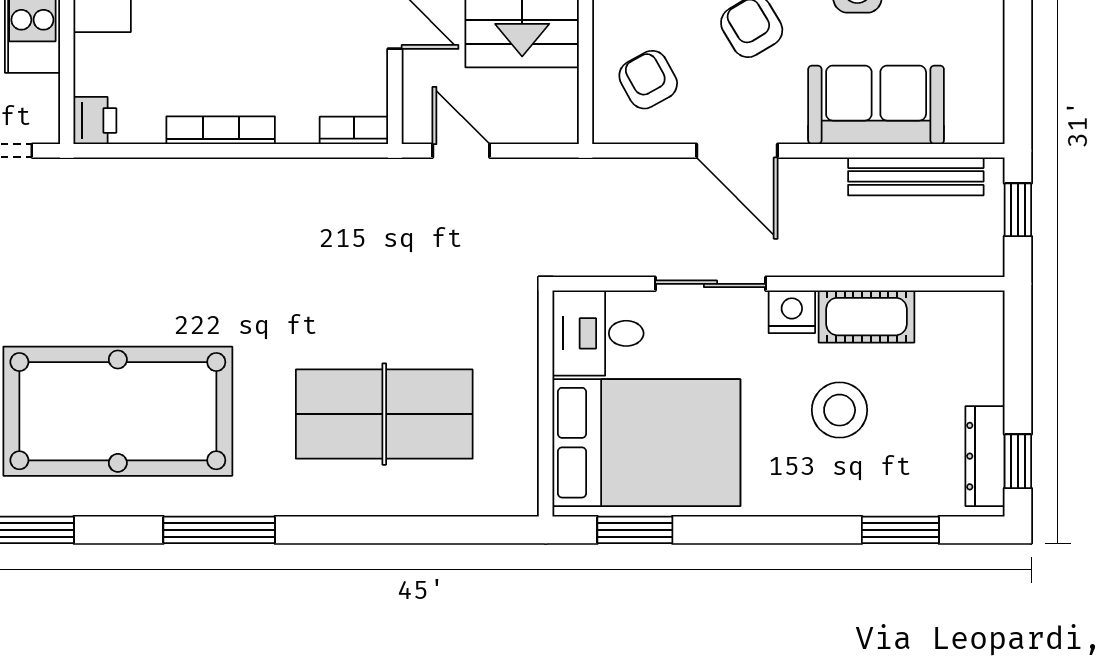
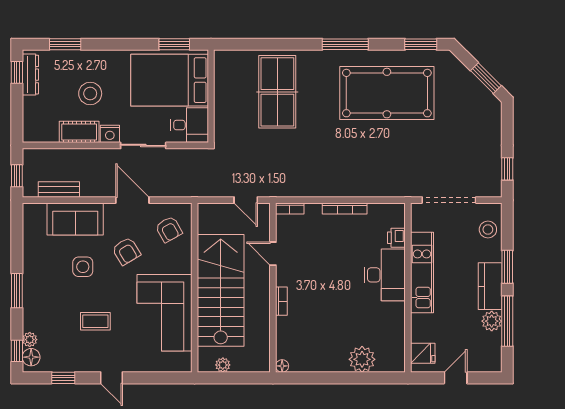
printer: (95, 121) -> (396, 238), moved
bench: (916, 176) -> (59, 190), width x0.73
table tennis table: (384, 414) -> (277, 92), turned 90

